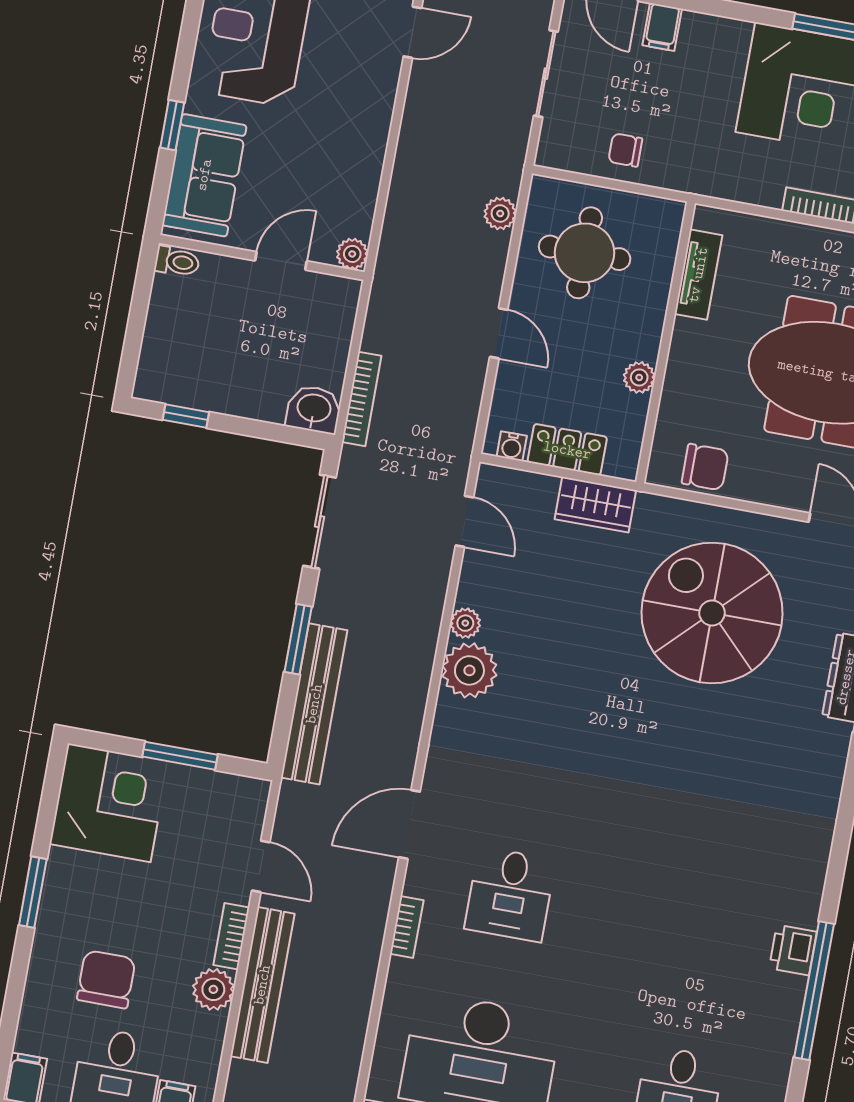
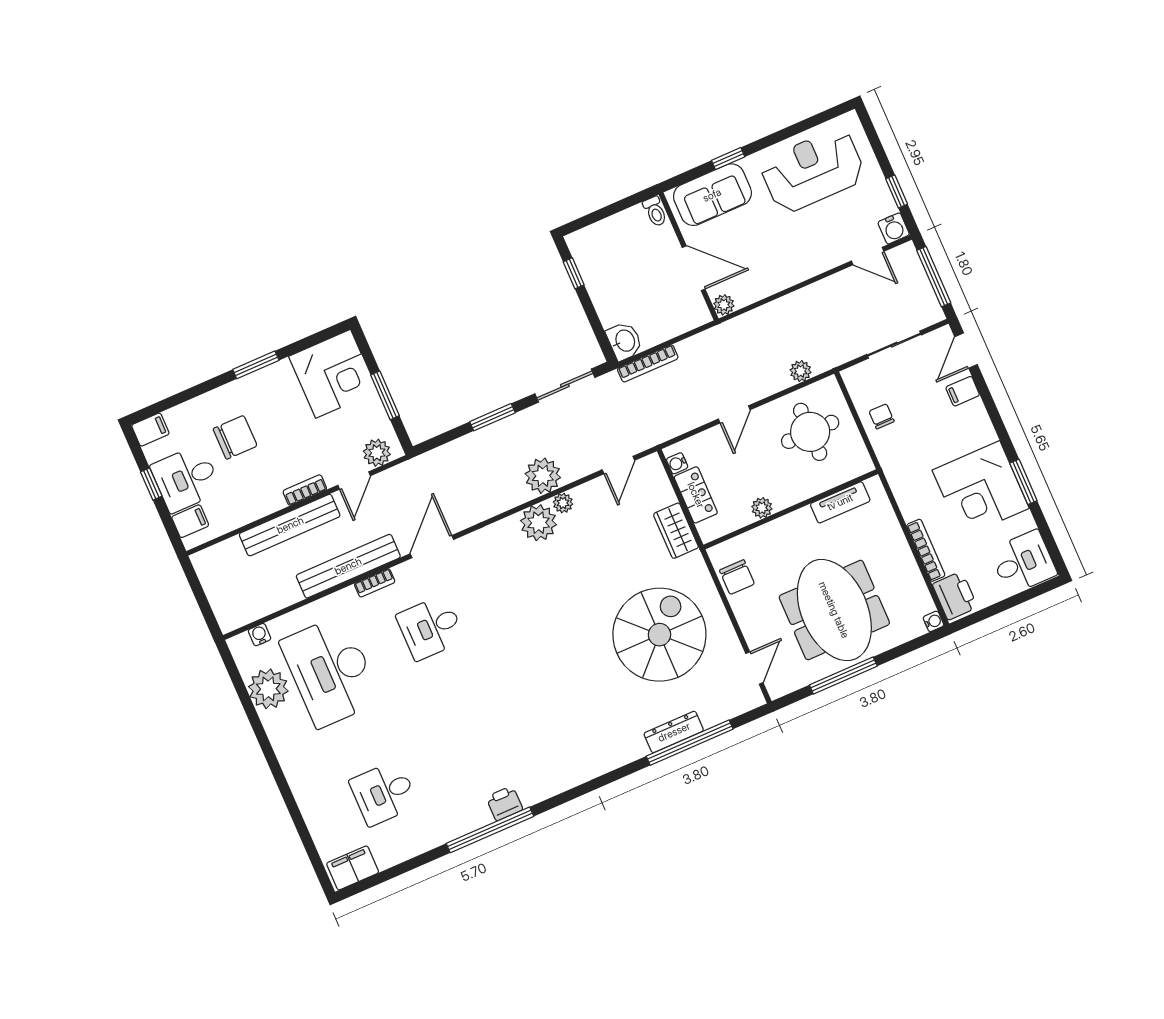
door: (281, 261) -> (694, 268), width x1.37
plant: (414, 625) -> (543, 476), added
bench: (314, 704) -> (348, 566), moved
door: (409, 824) -> (432, 547), hinge flipped
plant: (213, 989) -> (377, 453), moved

